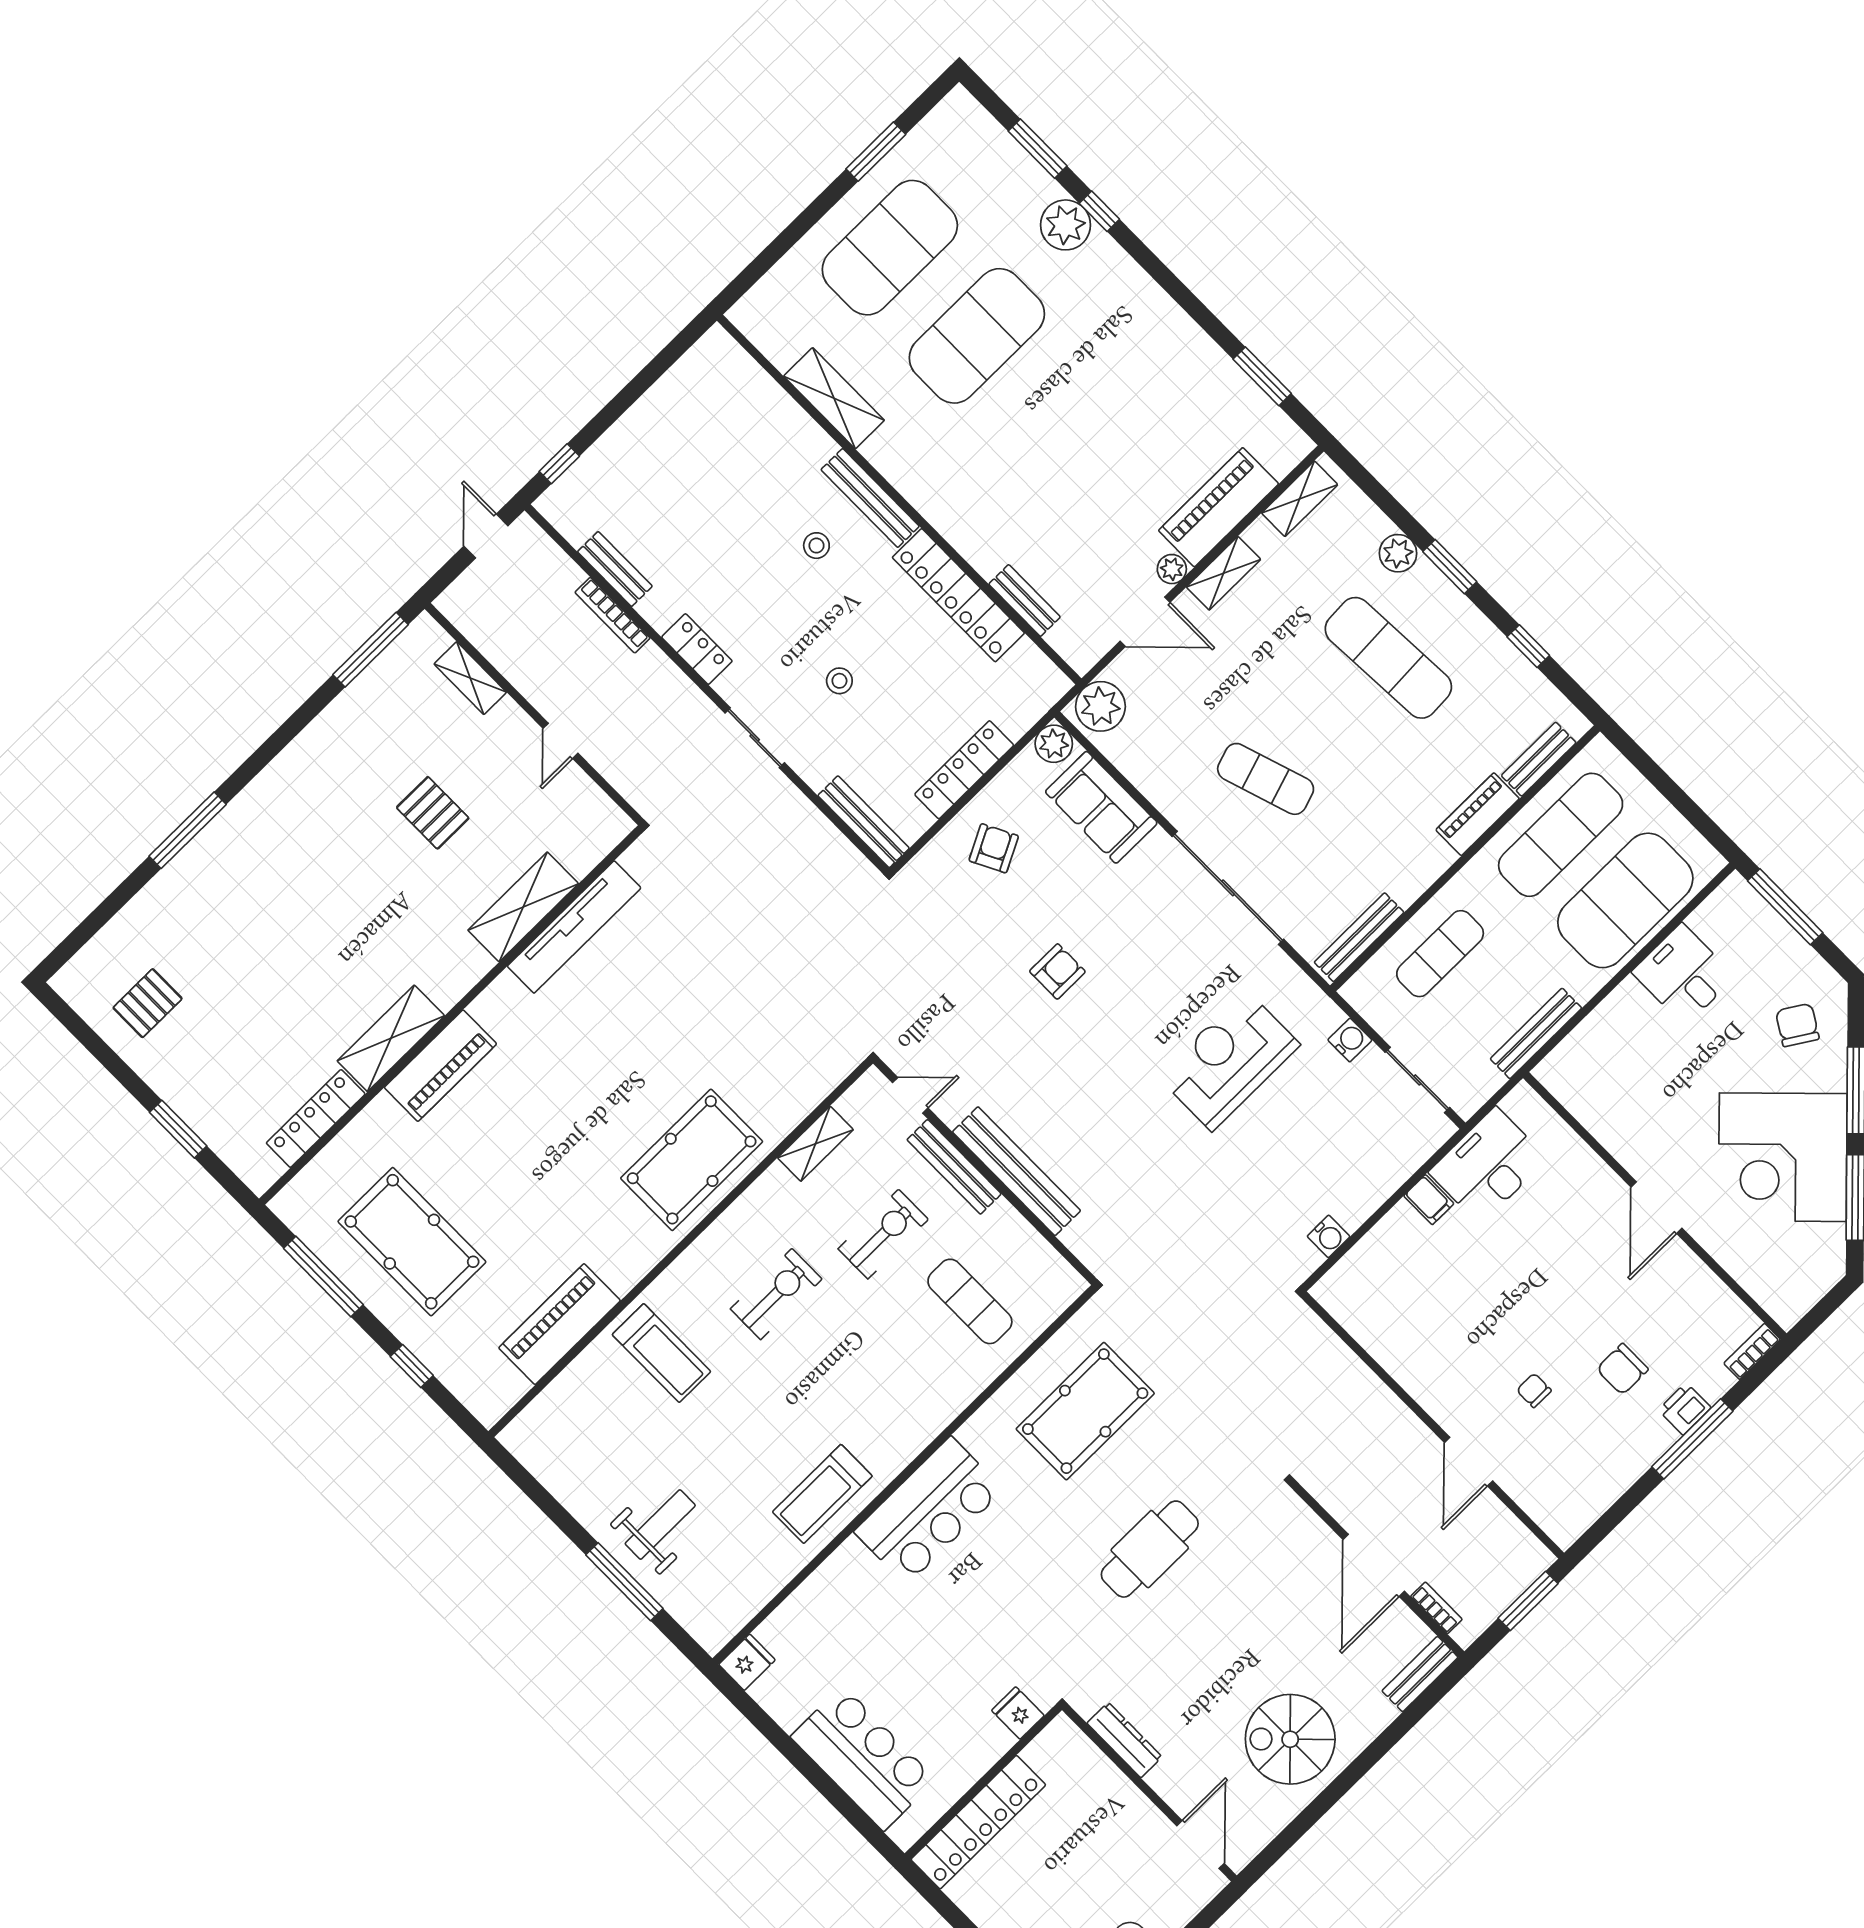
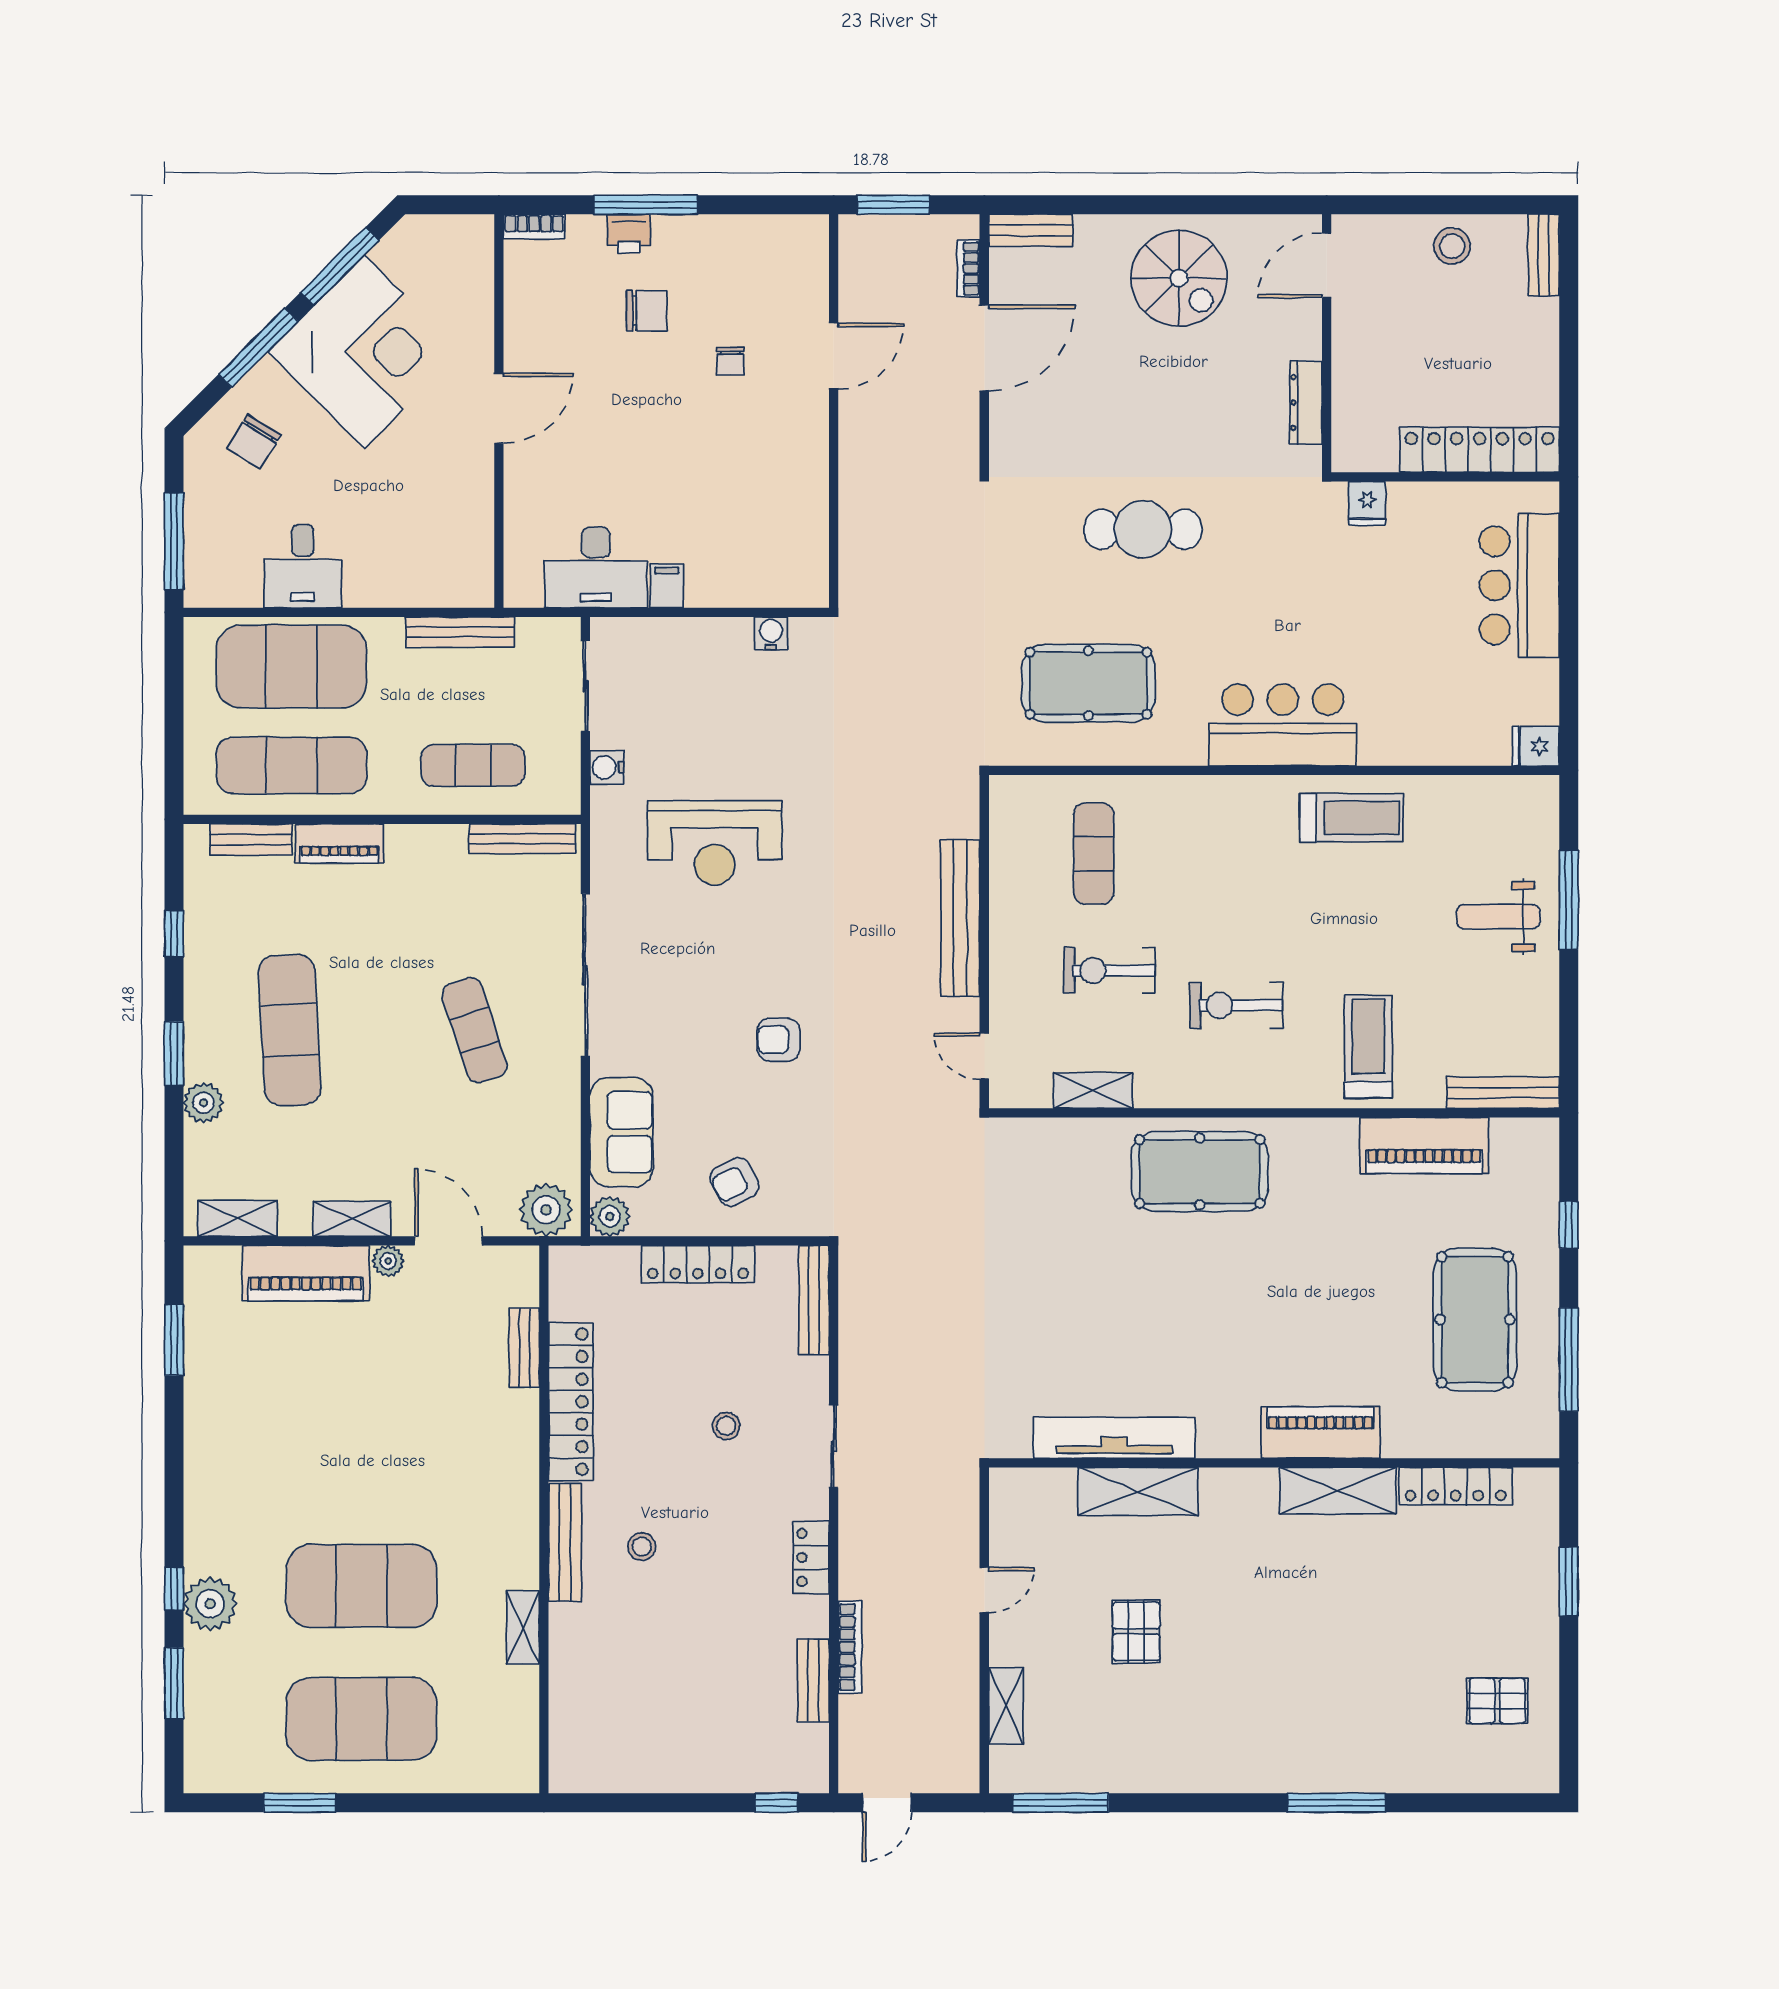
shelving: (834, 398) -> (523, 1627), width x0.67, depth x0.75
bench: (954, 1167) -> (1503, 1093), moved, turned 90

